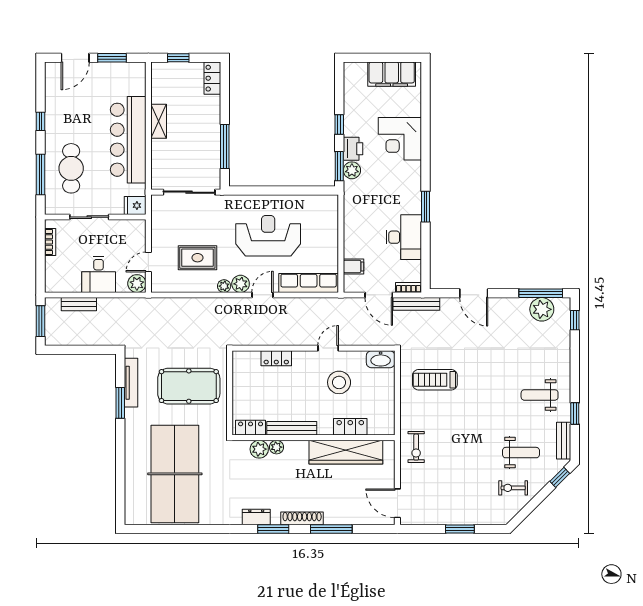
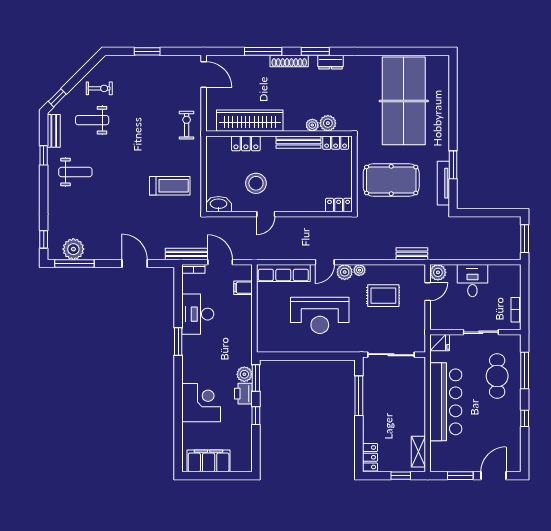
shelving: (159, 121) -> (418, 452), moved
bench: (79, 304) -> (412, 254), moved
locker: (276, 358) -> (339, 205), moved

